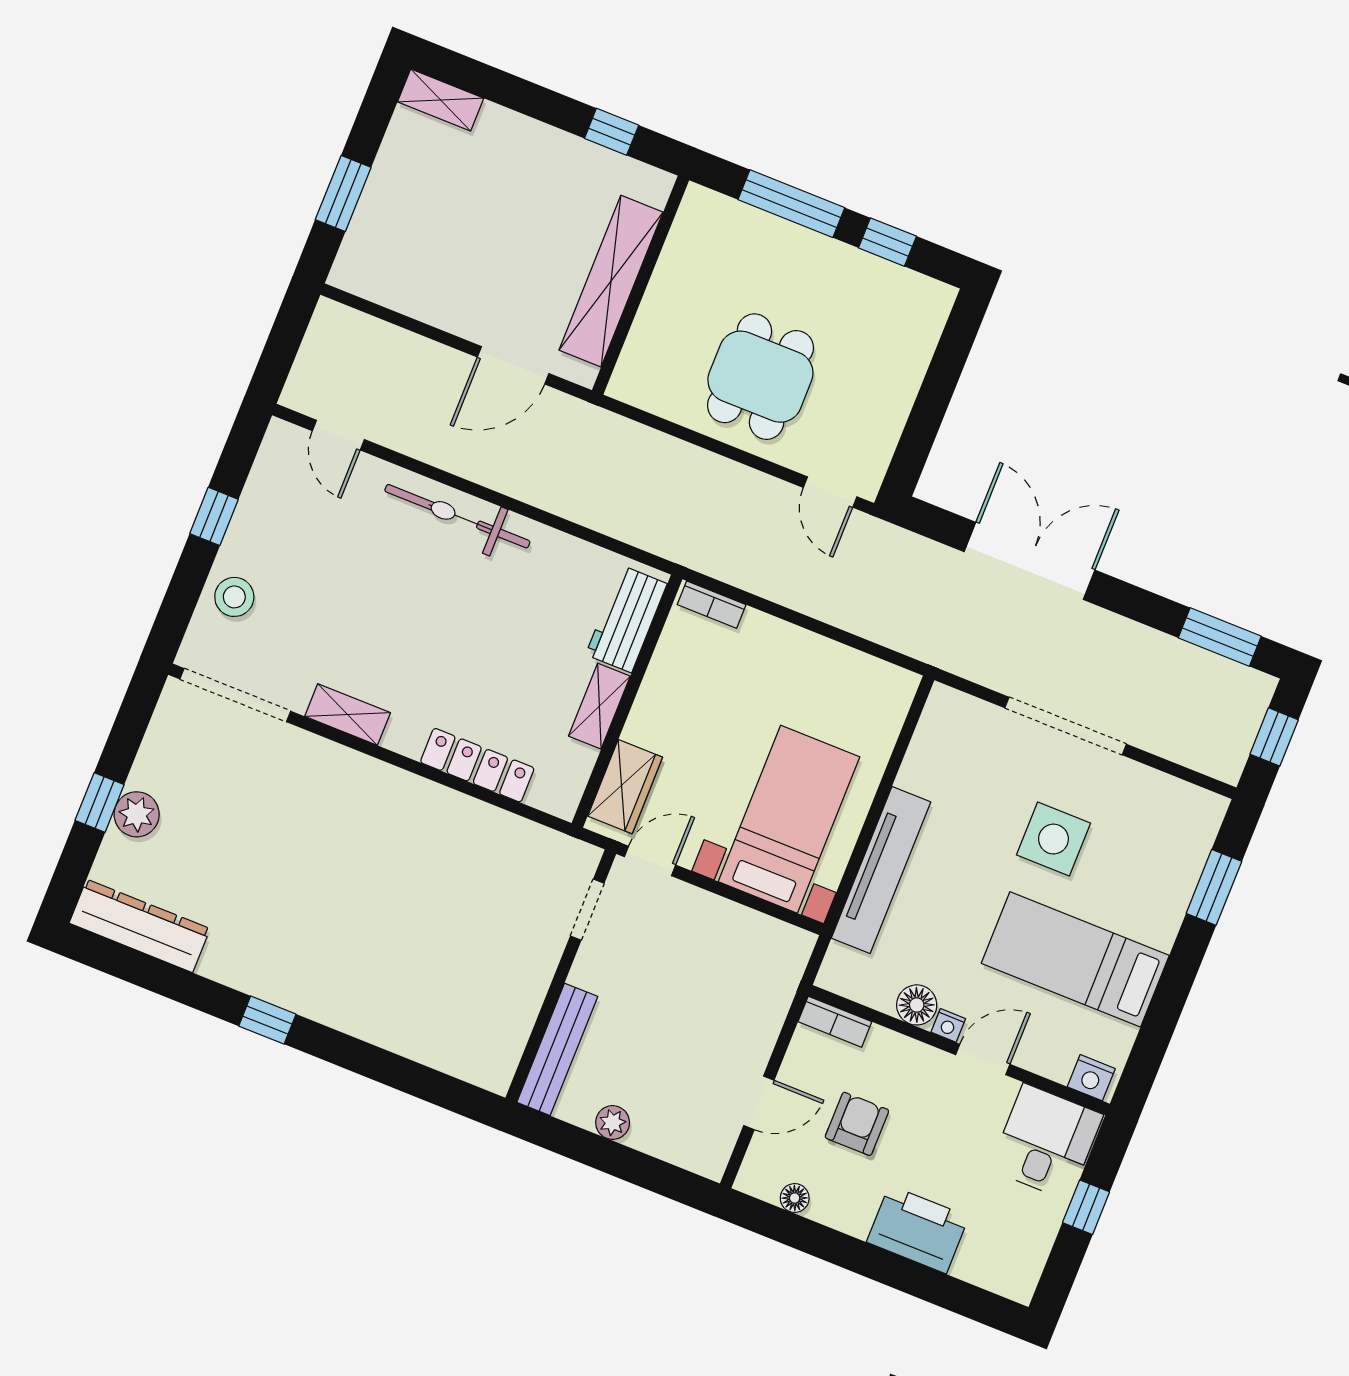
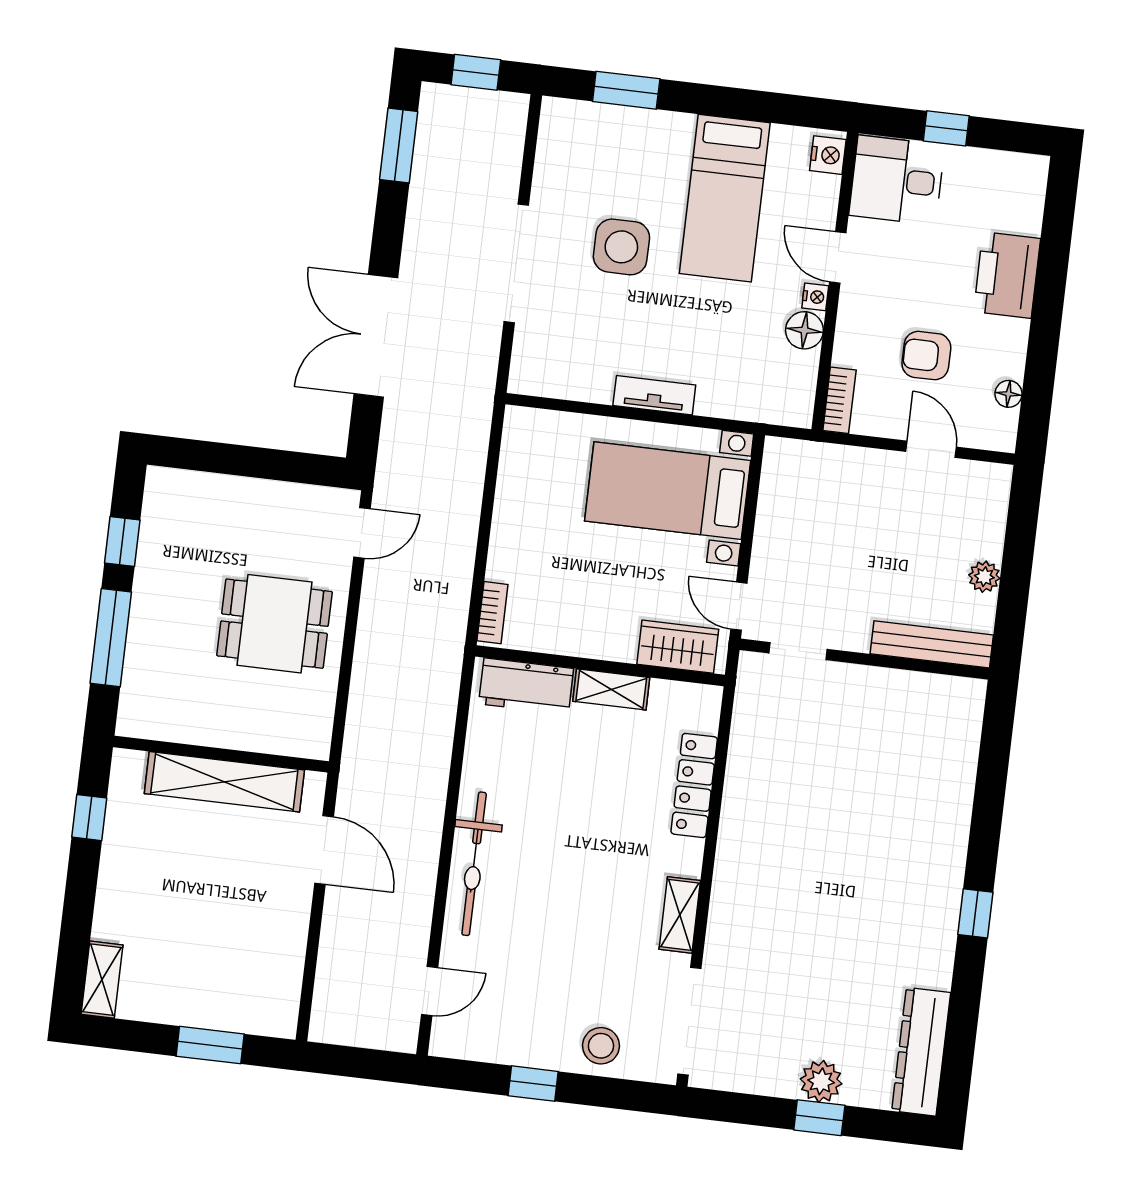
tv unit: (881, 870) -> (654, 395), width x0.52, depth x0.78

